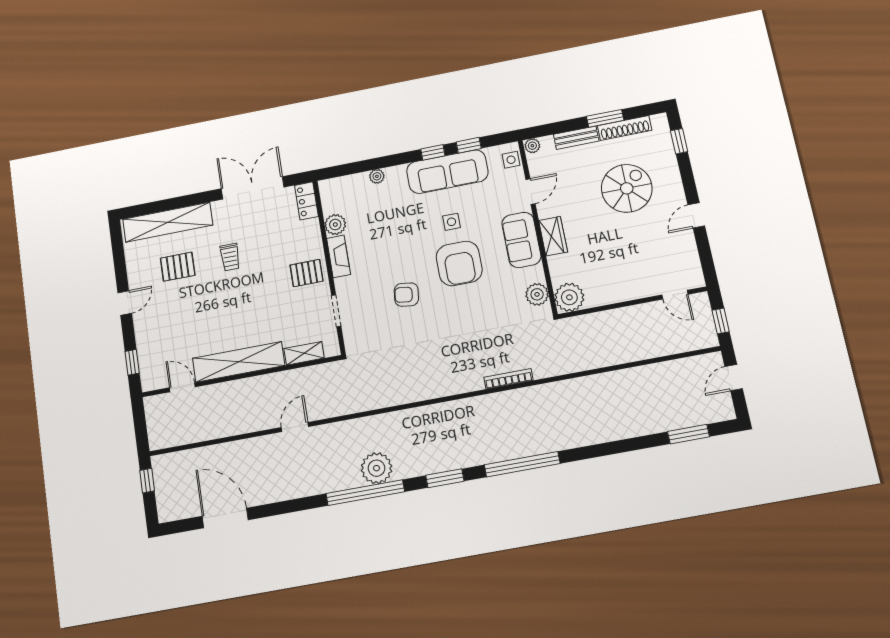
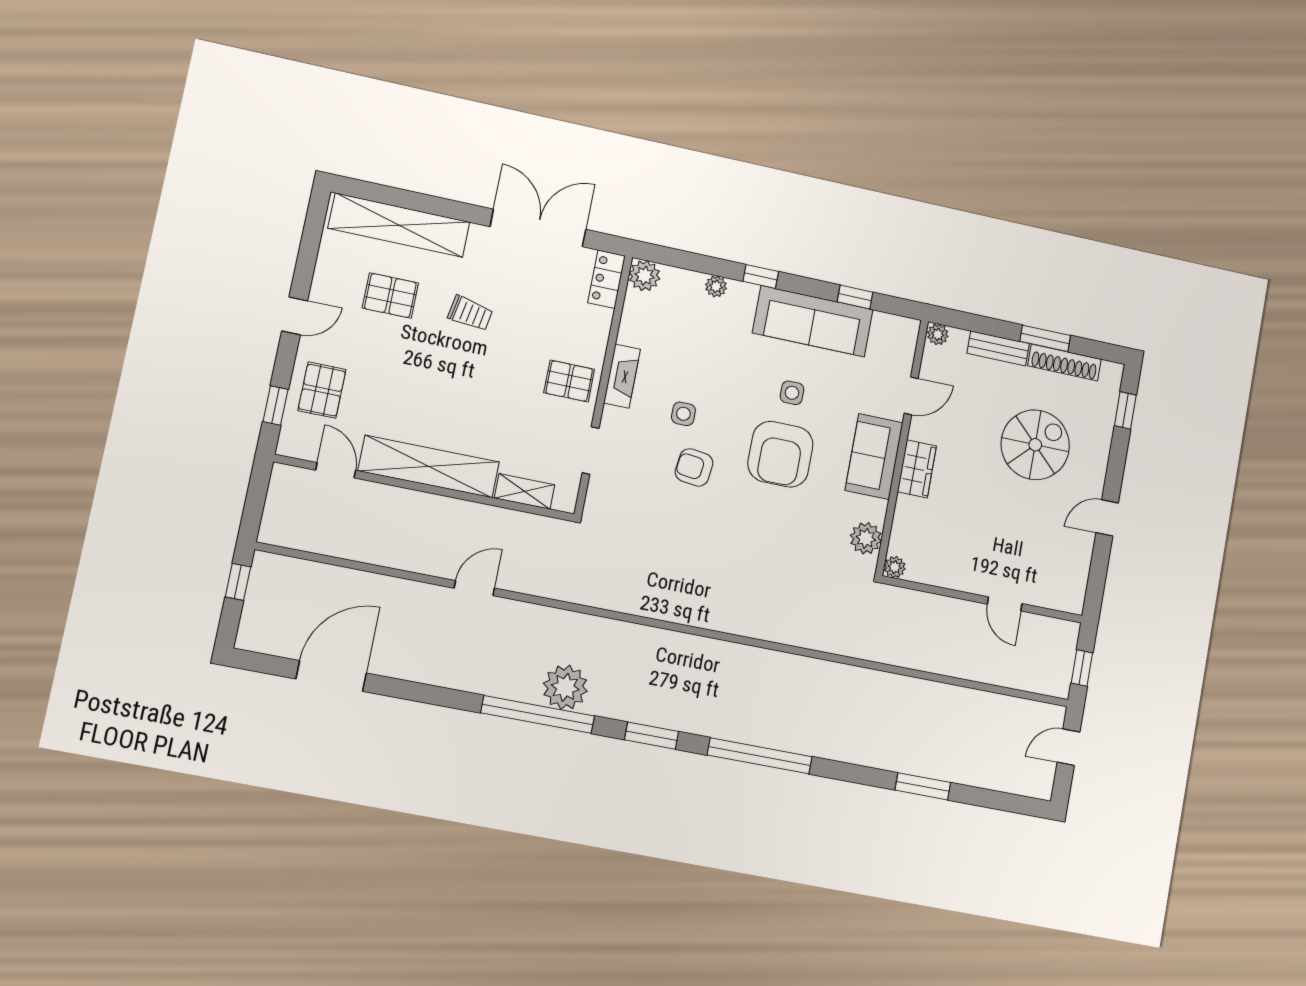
window: (433, 152) -> (761, 276), moved
side table: (511, 160) -> (683, 414), moved
plant: (335, 225) -> (644, 276), moved
trolley: (230, 257) -> (470, 313), turned -80
door: (675, 295) -> (1005, 604), moved
plant: (569, 297) -> (895, 567), width x0.53, depth x0.53
pallet: (157, 341) -> (322, 390), added
bookcase: (508, 379) -> (785, 636), removed
window: (689, 434) -> (923, 786), moved
door: (225, 518) -> (331, 676), hinge flipped

